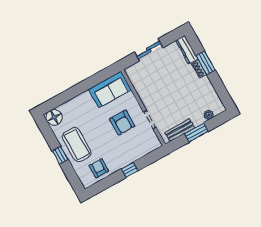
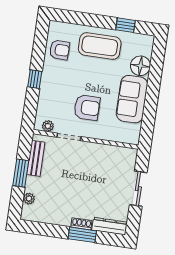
sofa: (110, 89) -> (132, 99), moved
floor lamp: (54, 117) -> (140, 66), moved
armchair: (122, 123) -> (87, 108), turned 180
plant: (153, 138) -> (48, 126), added
window: (60, 155) -> (125, 25), moved

